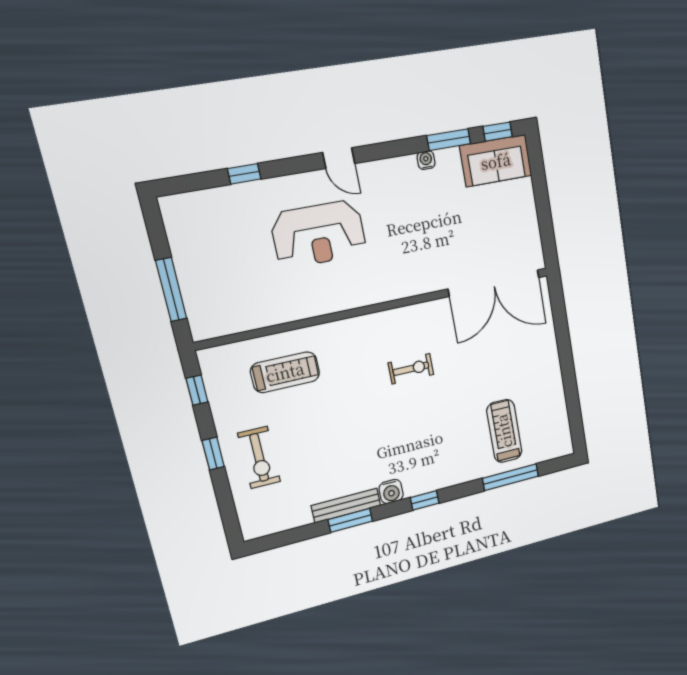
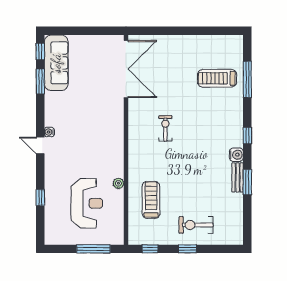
door: (339, 158) -> (40, 145), swing flipped
water cooler: (426, 160) -> (49, 132), moved
sofa: (496, 161) -> (56, 63), width x1.36
reception desk: (319, 234) -> (87, 203), moved
plant: (302, 310) -> (118, 183), added
exercise bike: (259, 457) -> (196, 225), turned 180
bench: (346, 506) -> (238, 177), width x0.73

